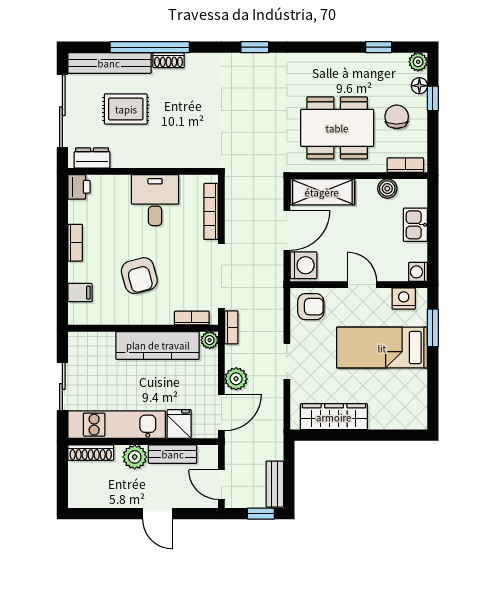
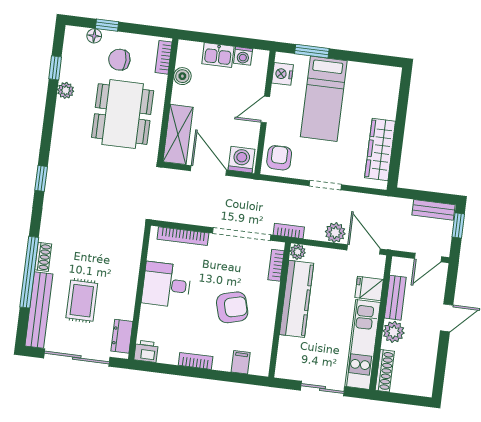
plant: (418, 62) -> (66, 90), moved
washing machine: (418, 272) -> (243, 56), moved

